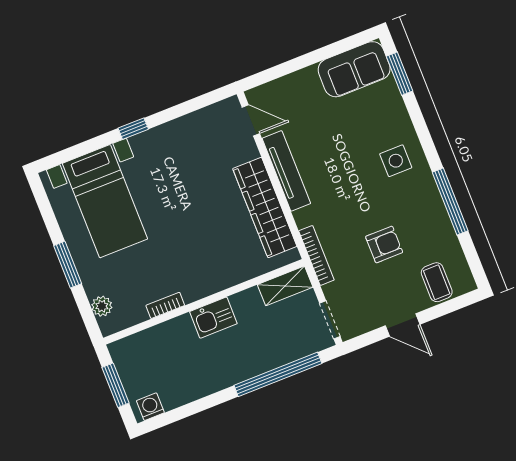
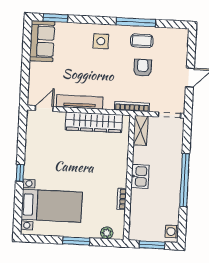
coffee table: (437, 282) -> (142, 41), moved
window: (278, 374) -> (185, 180), moved

